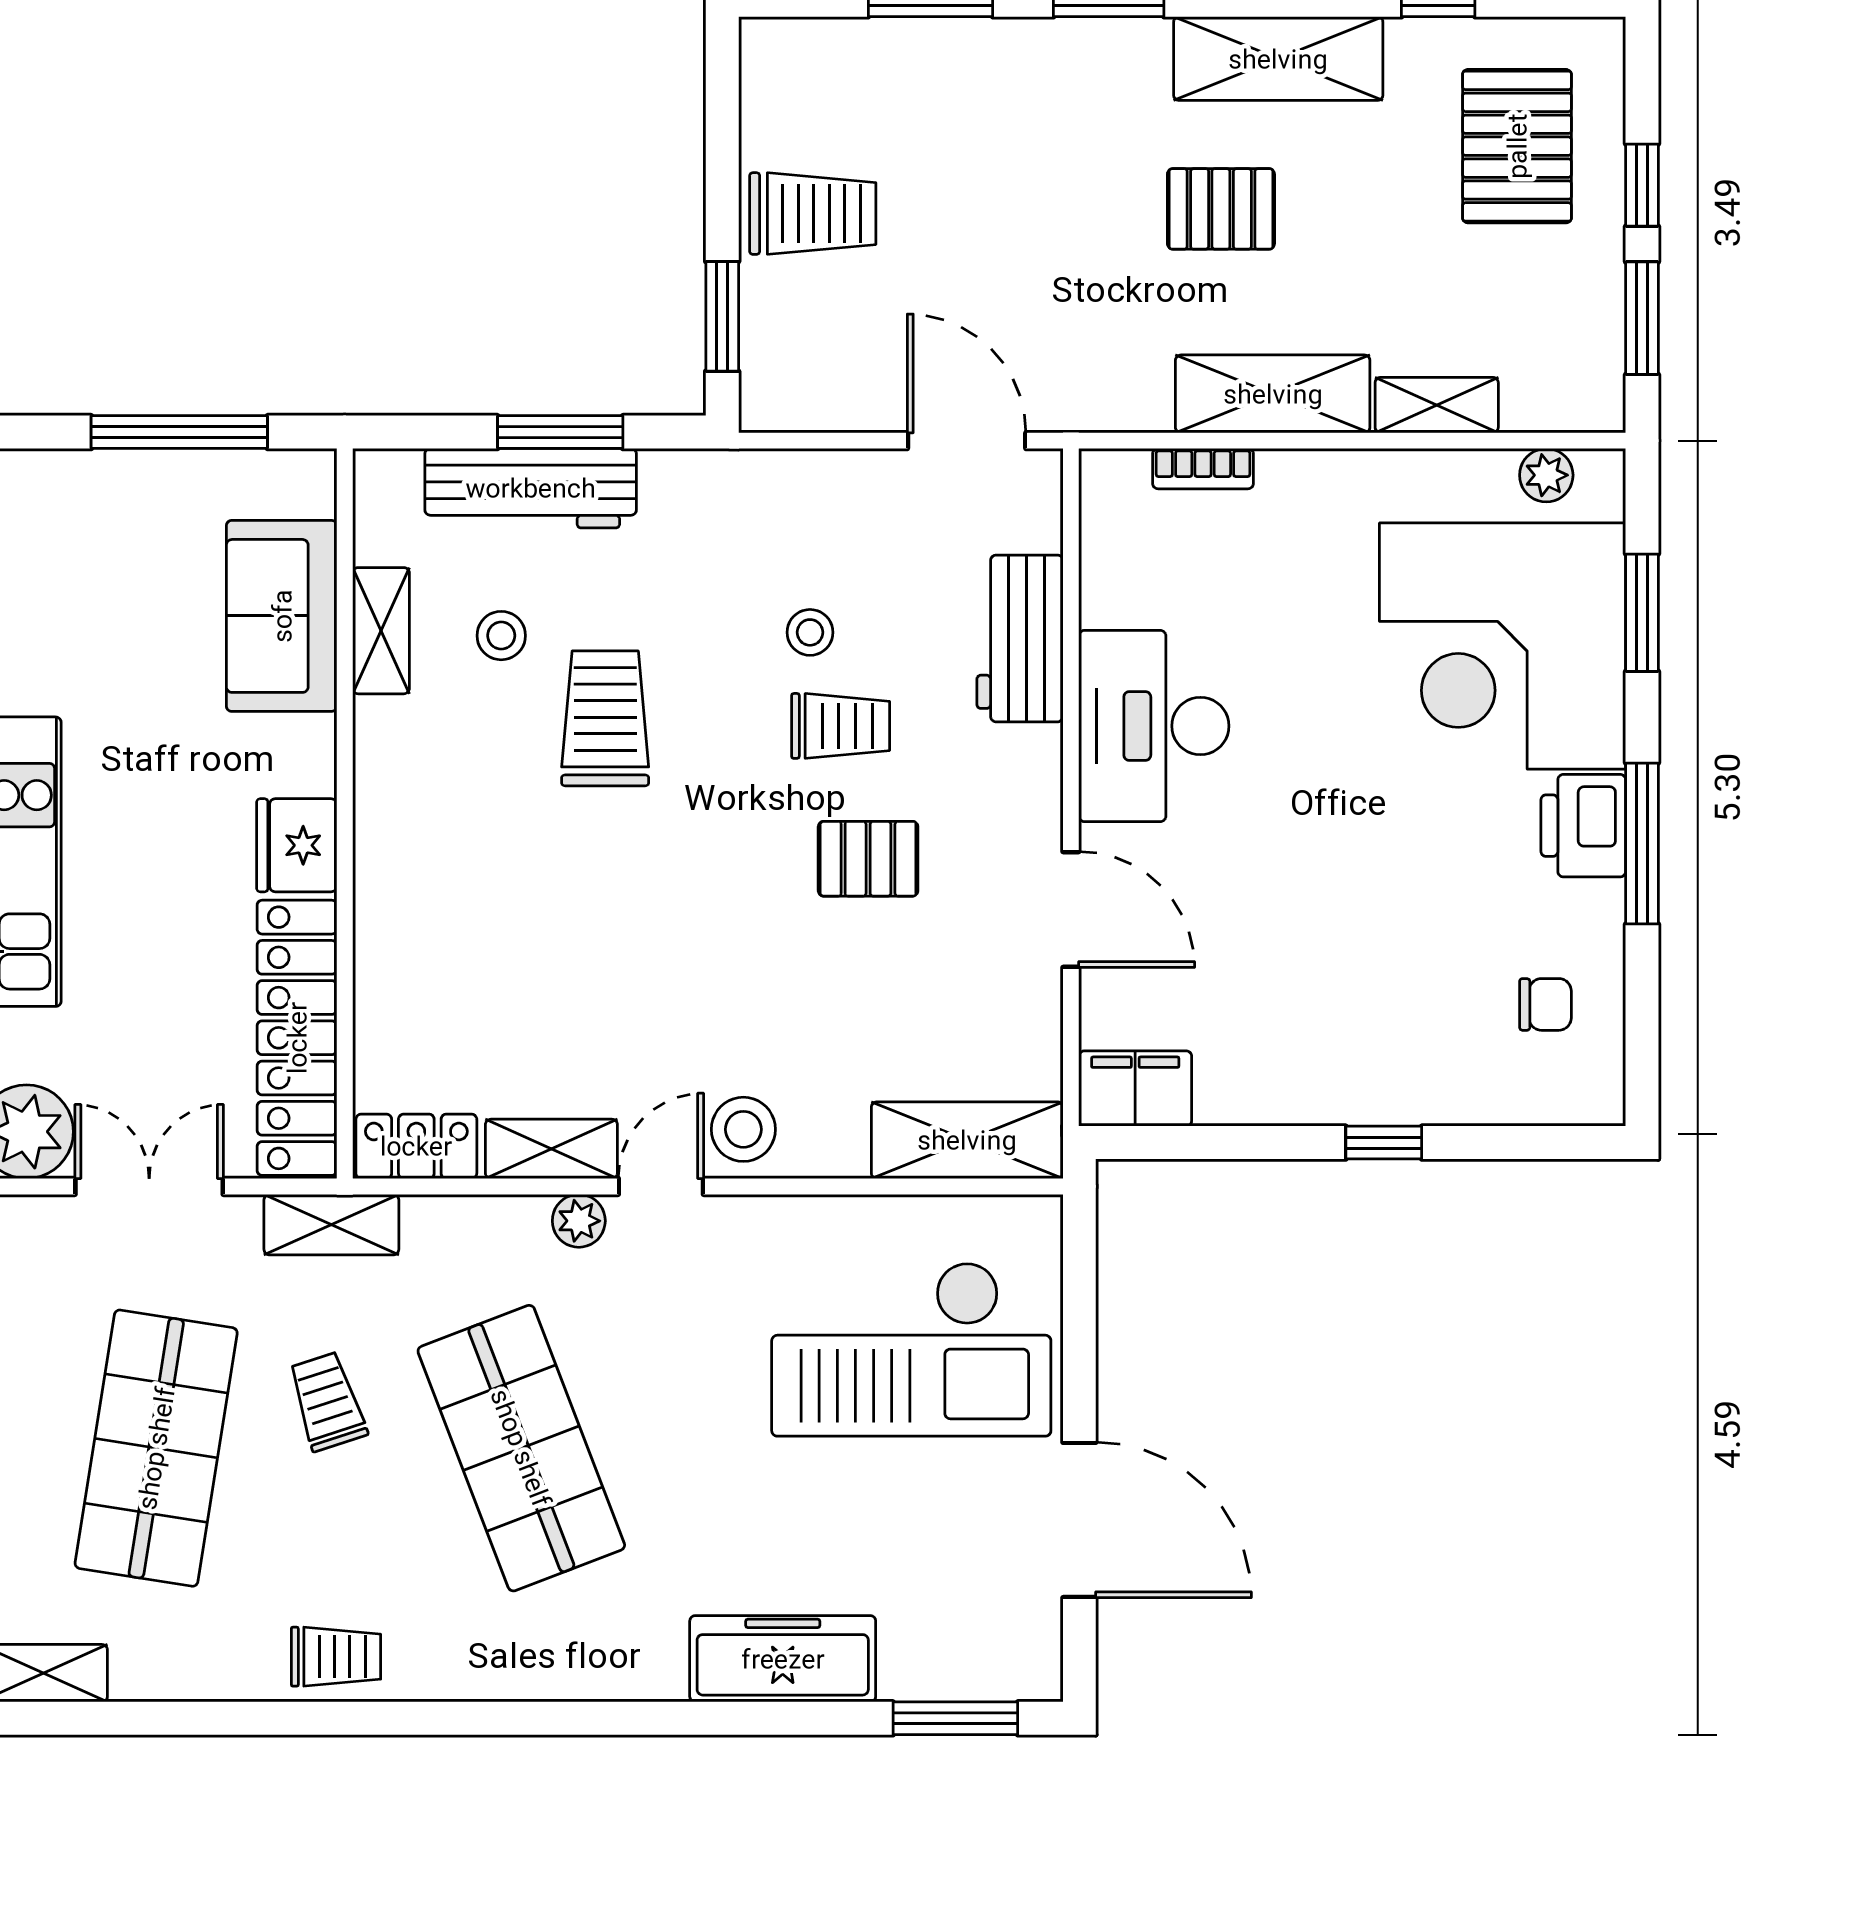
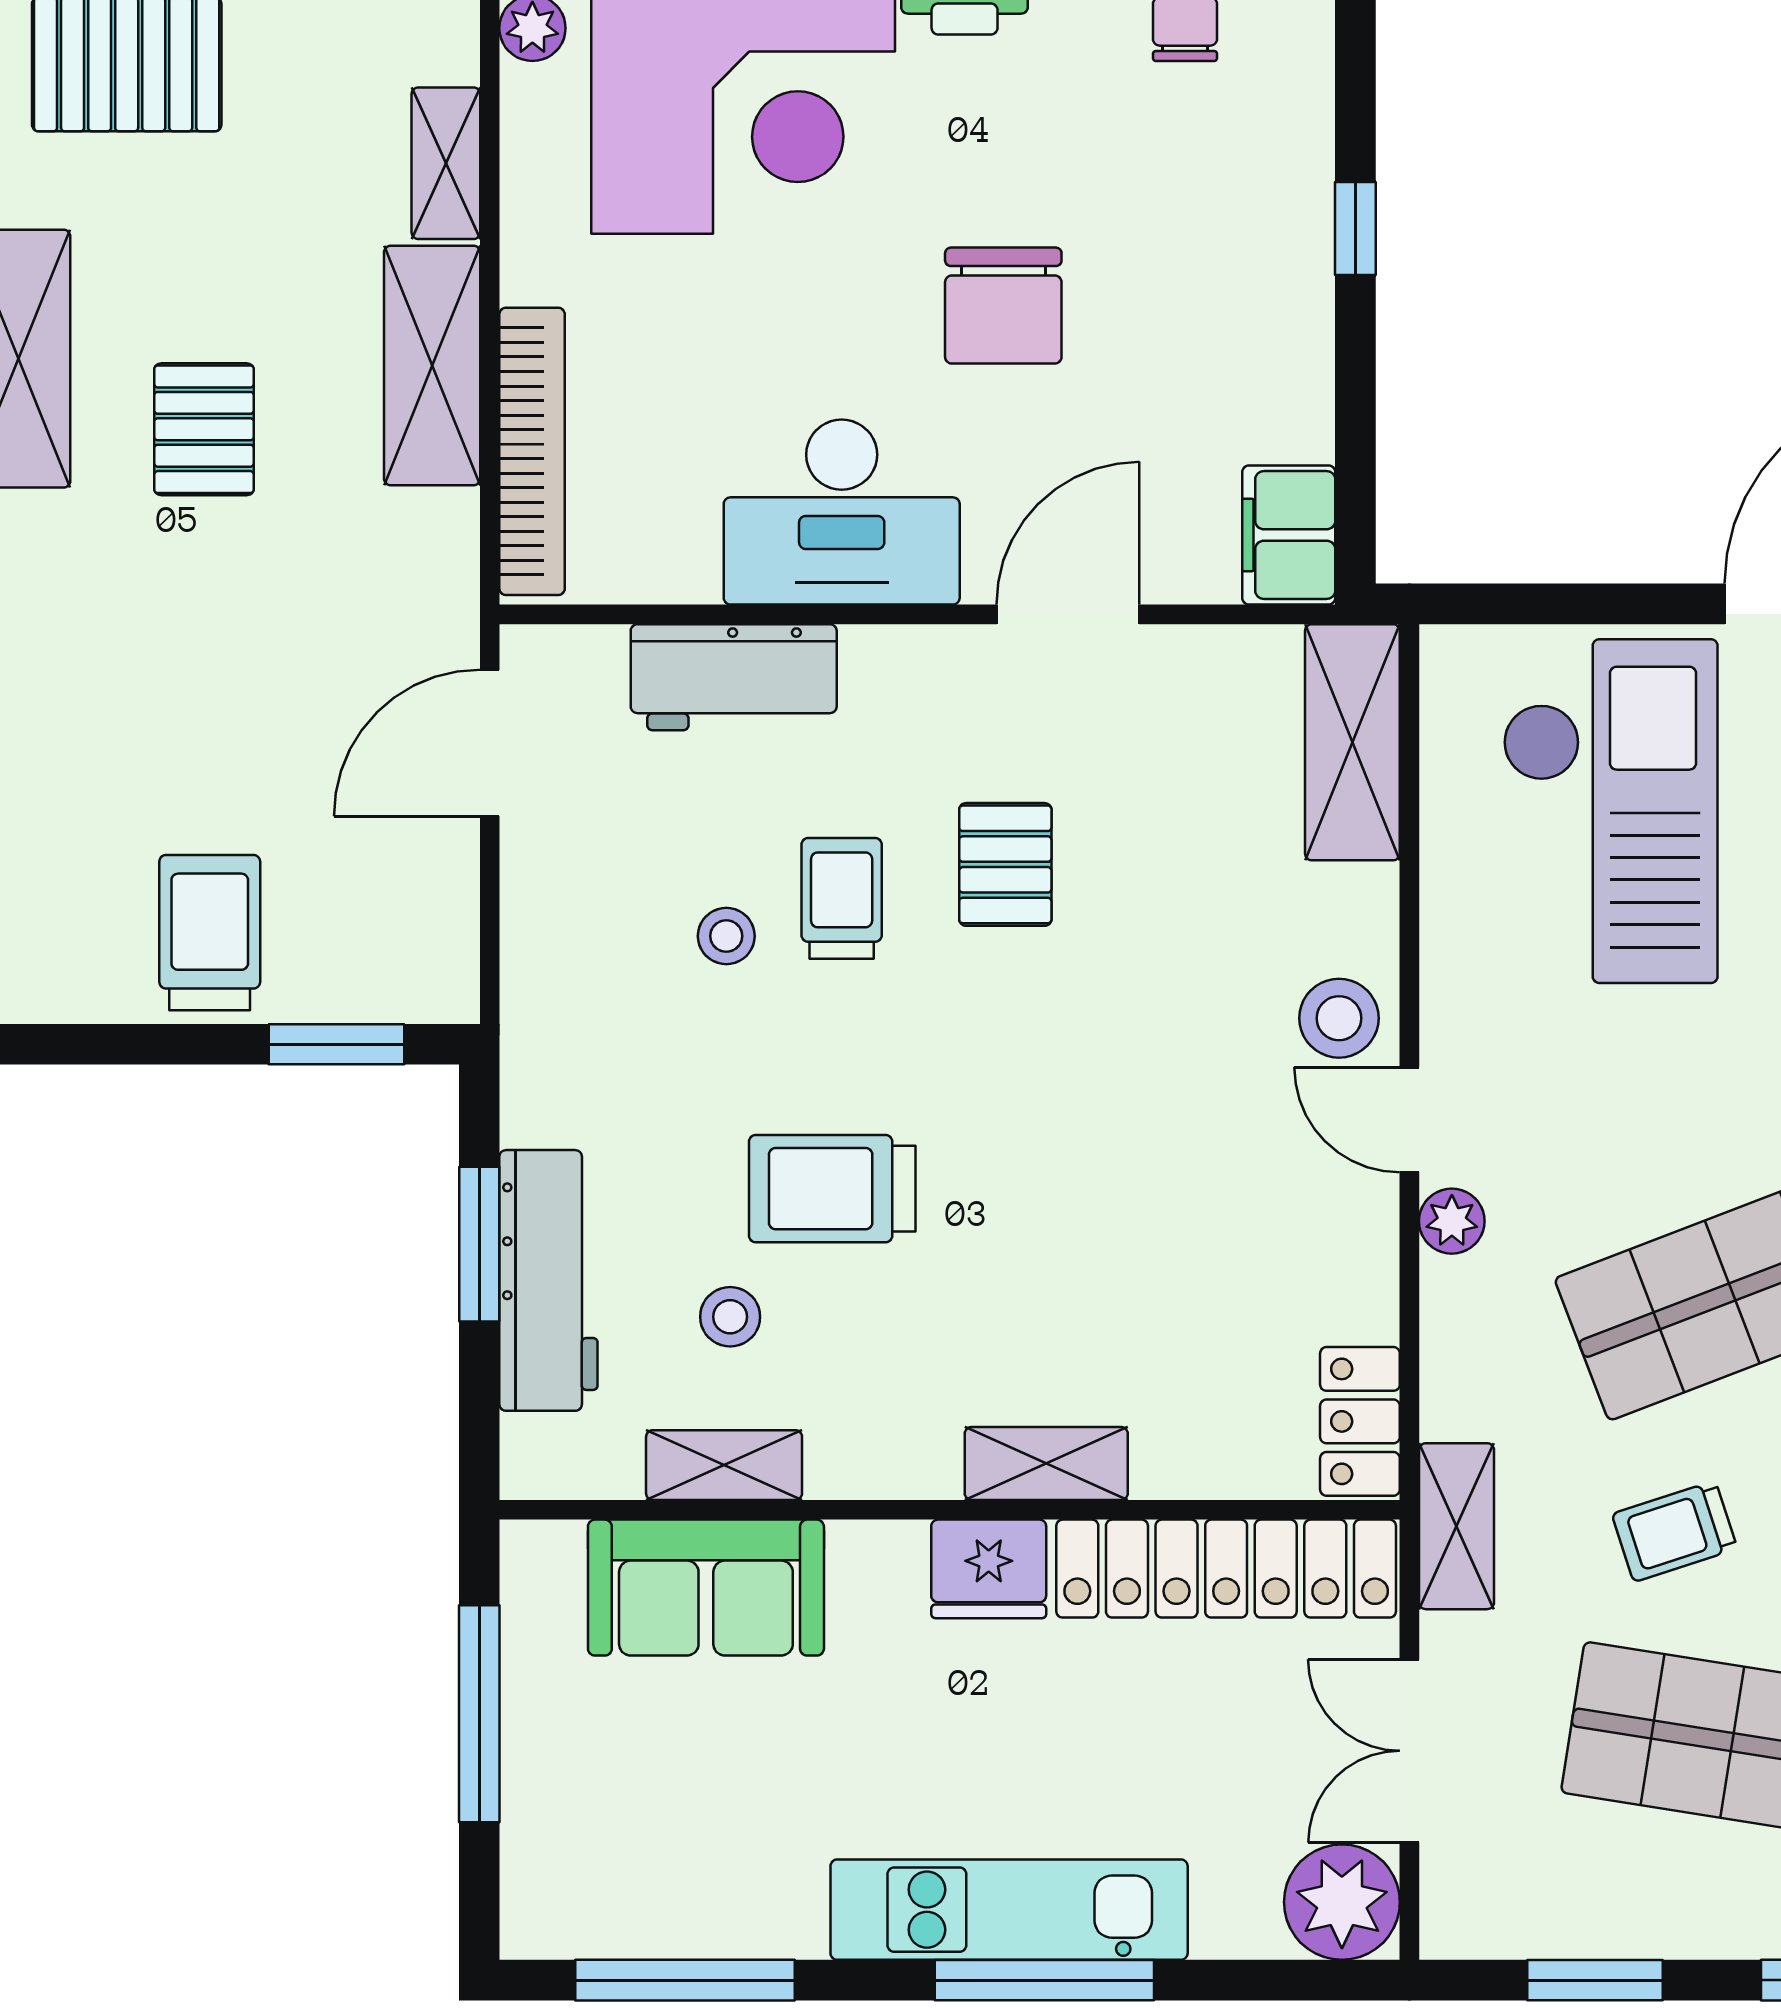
bookcase: (1203, 469) -> (532, 451), width x2.31, depth x1.31
chair: (1321, 857) -> (1003, 306), added
shelving: (551, 1149) -> (1046, 1464), moved, turned 90

